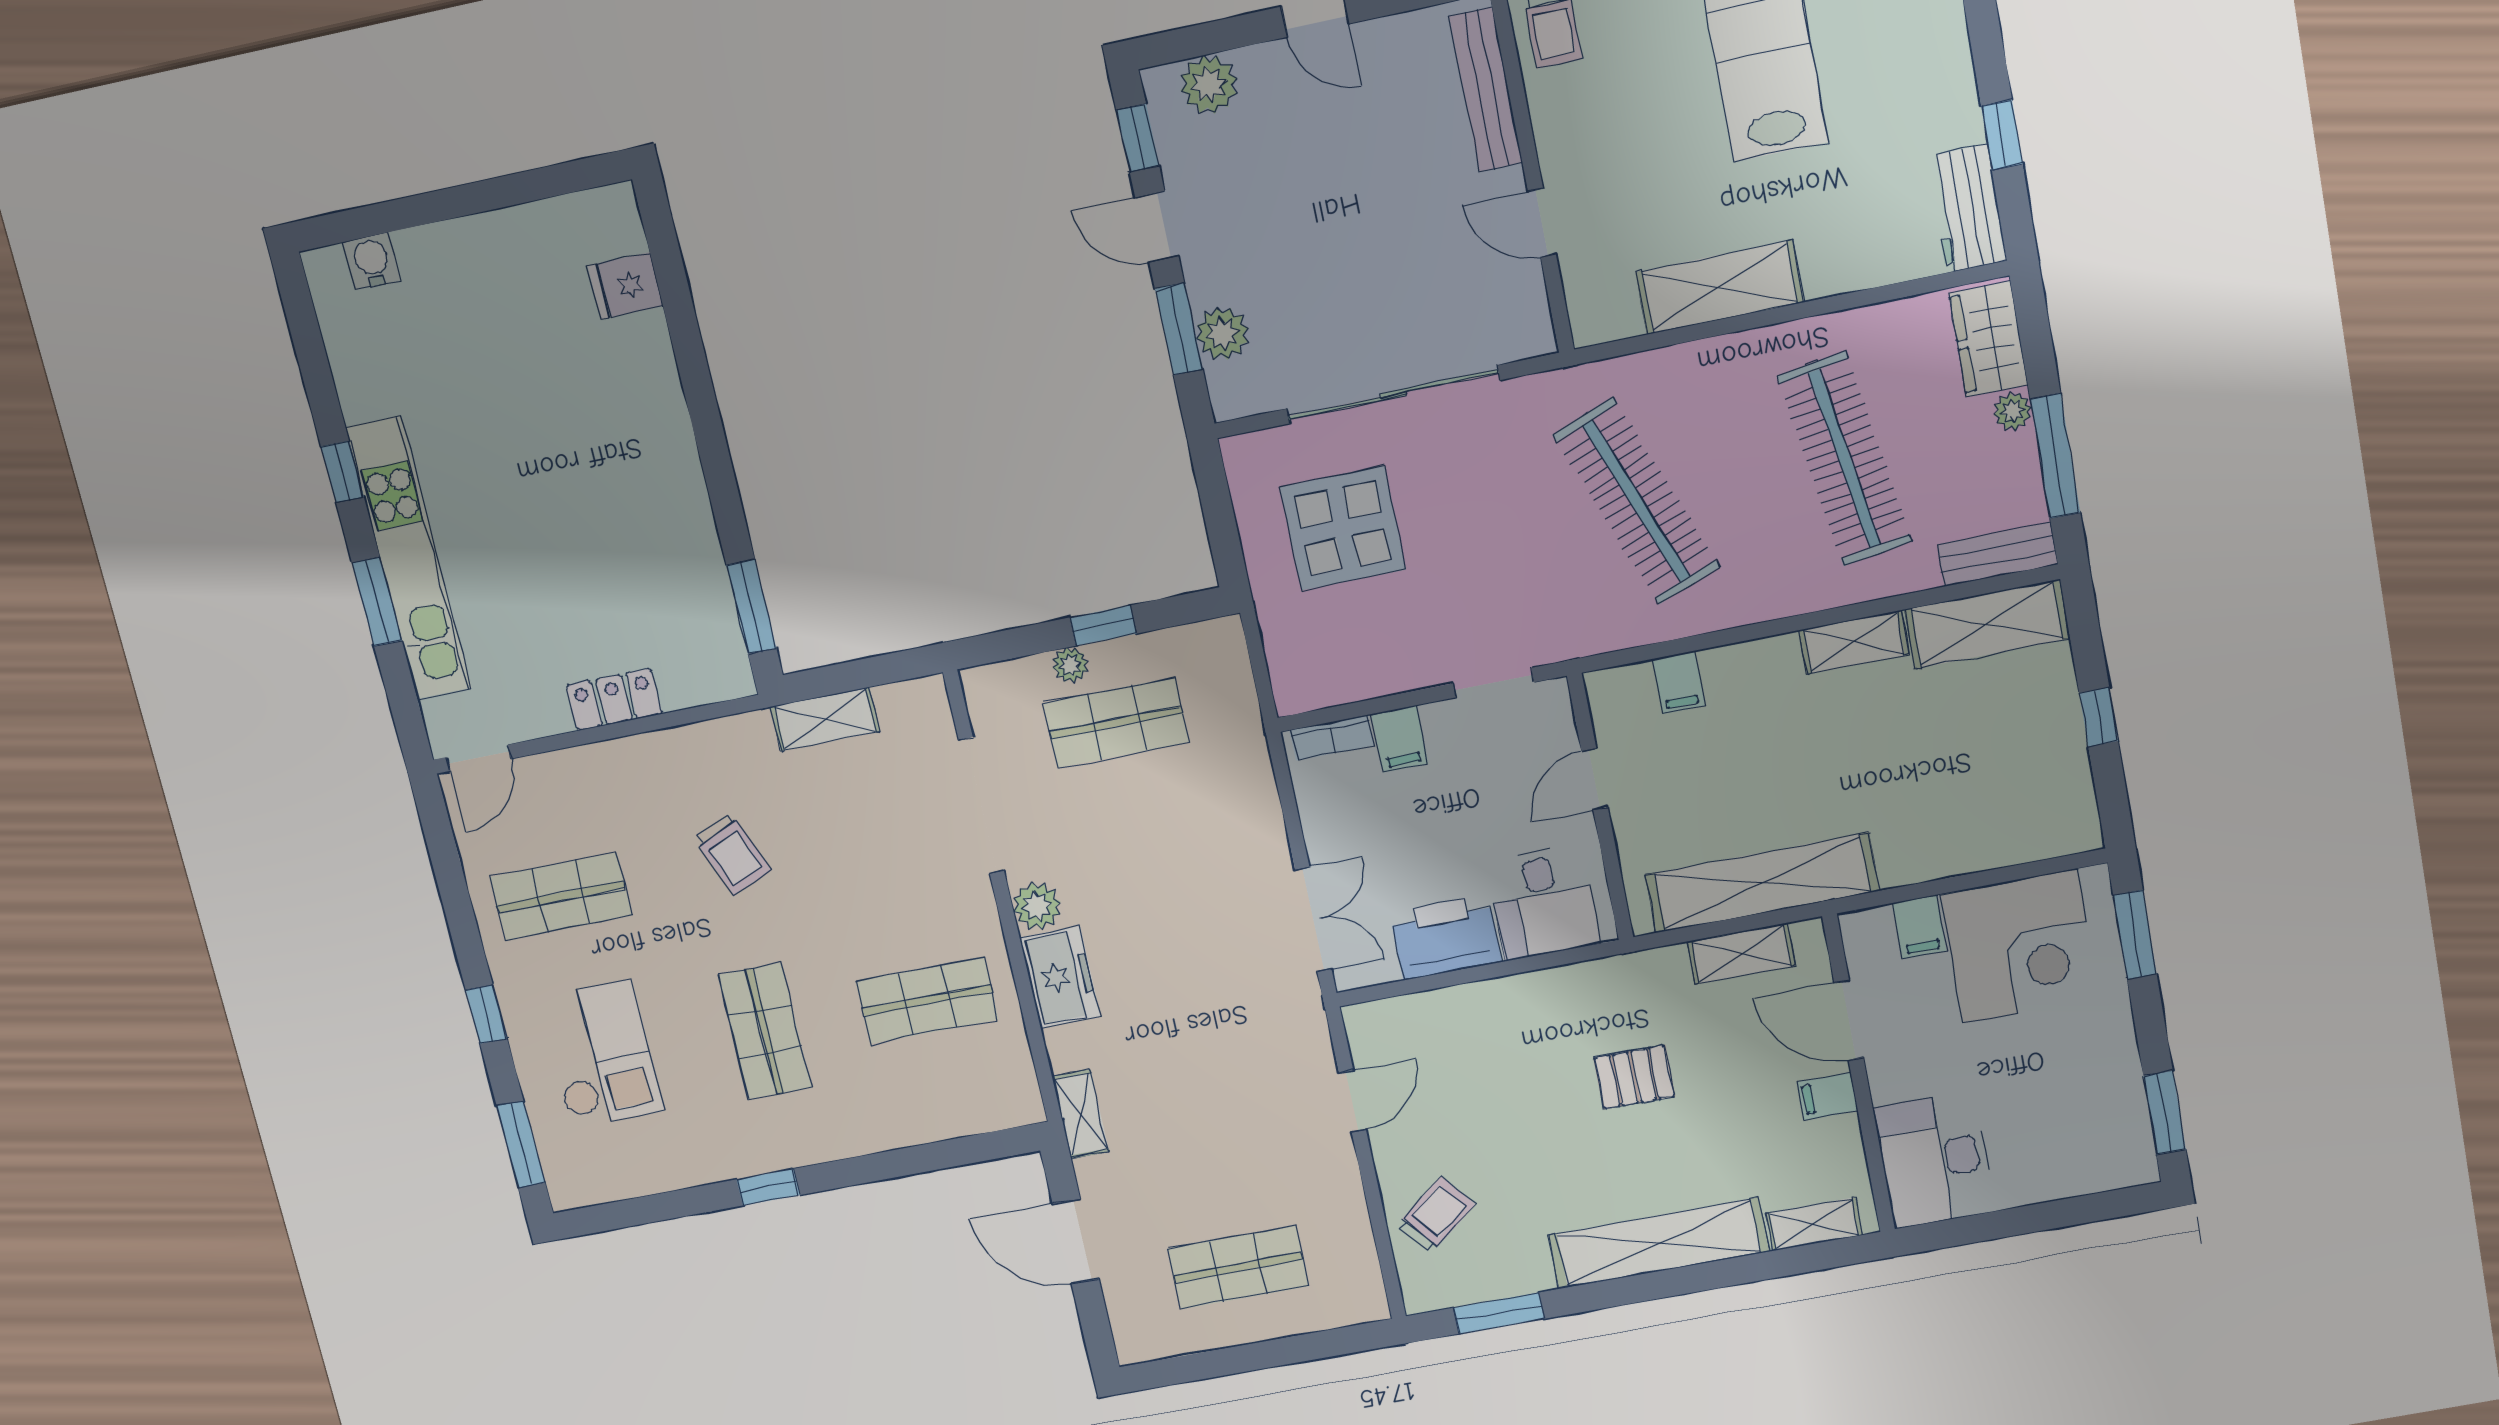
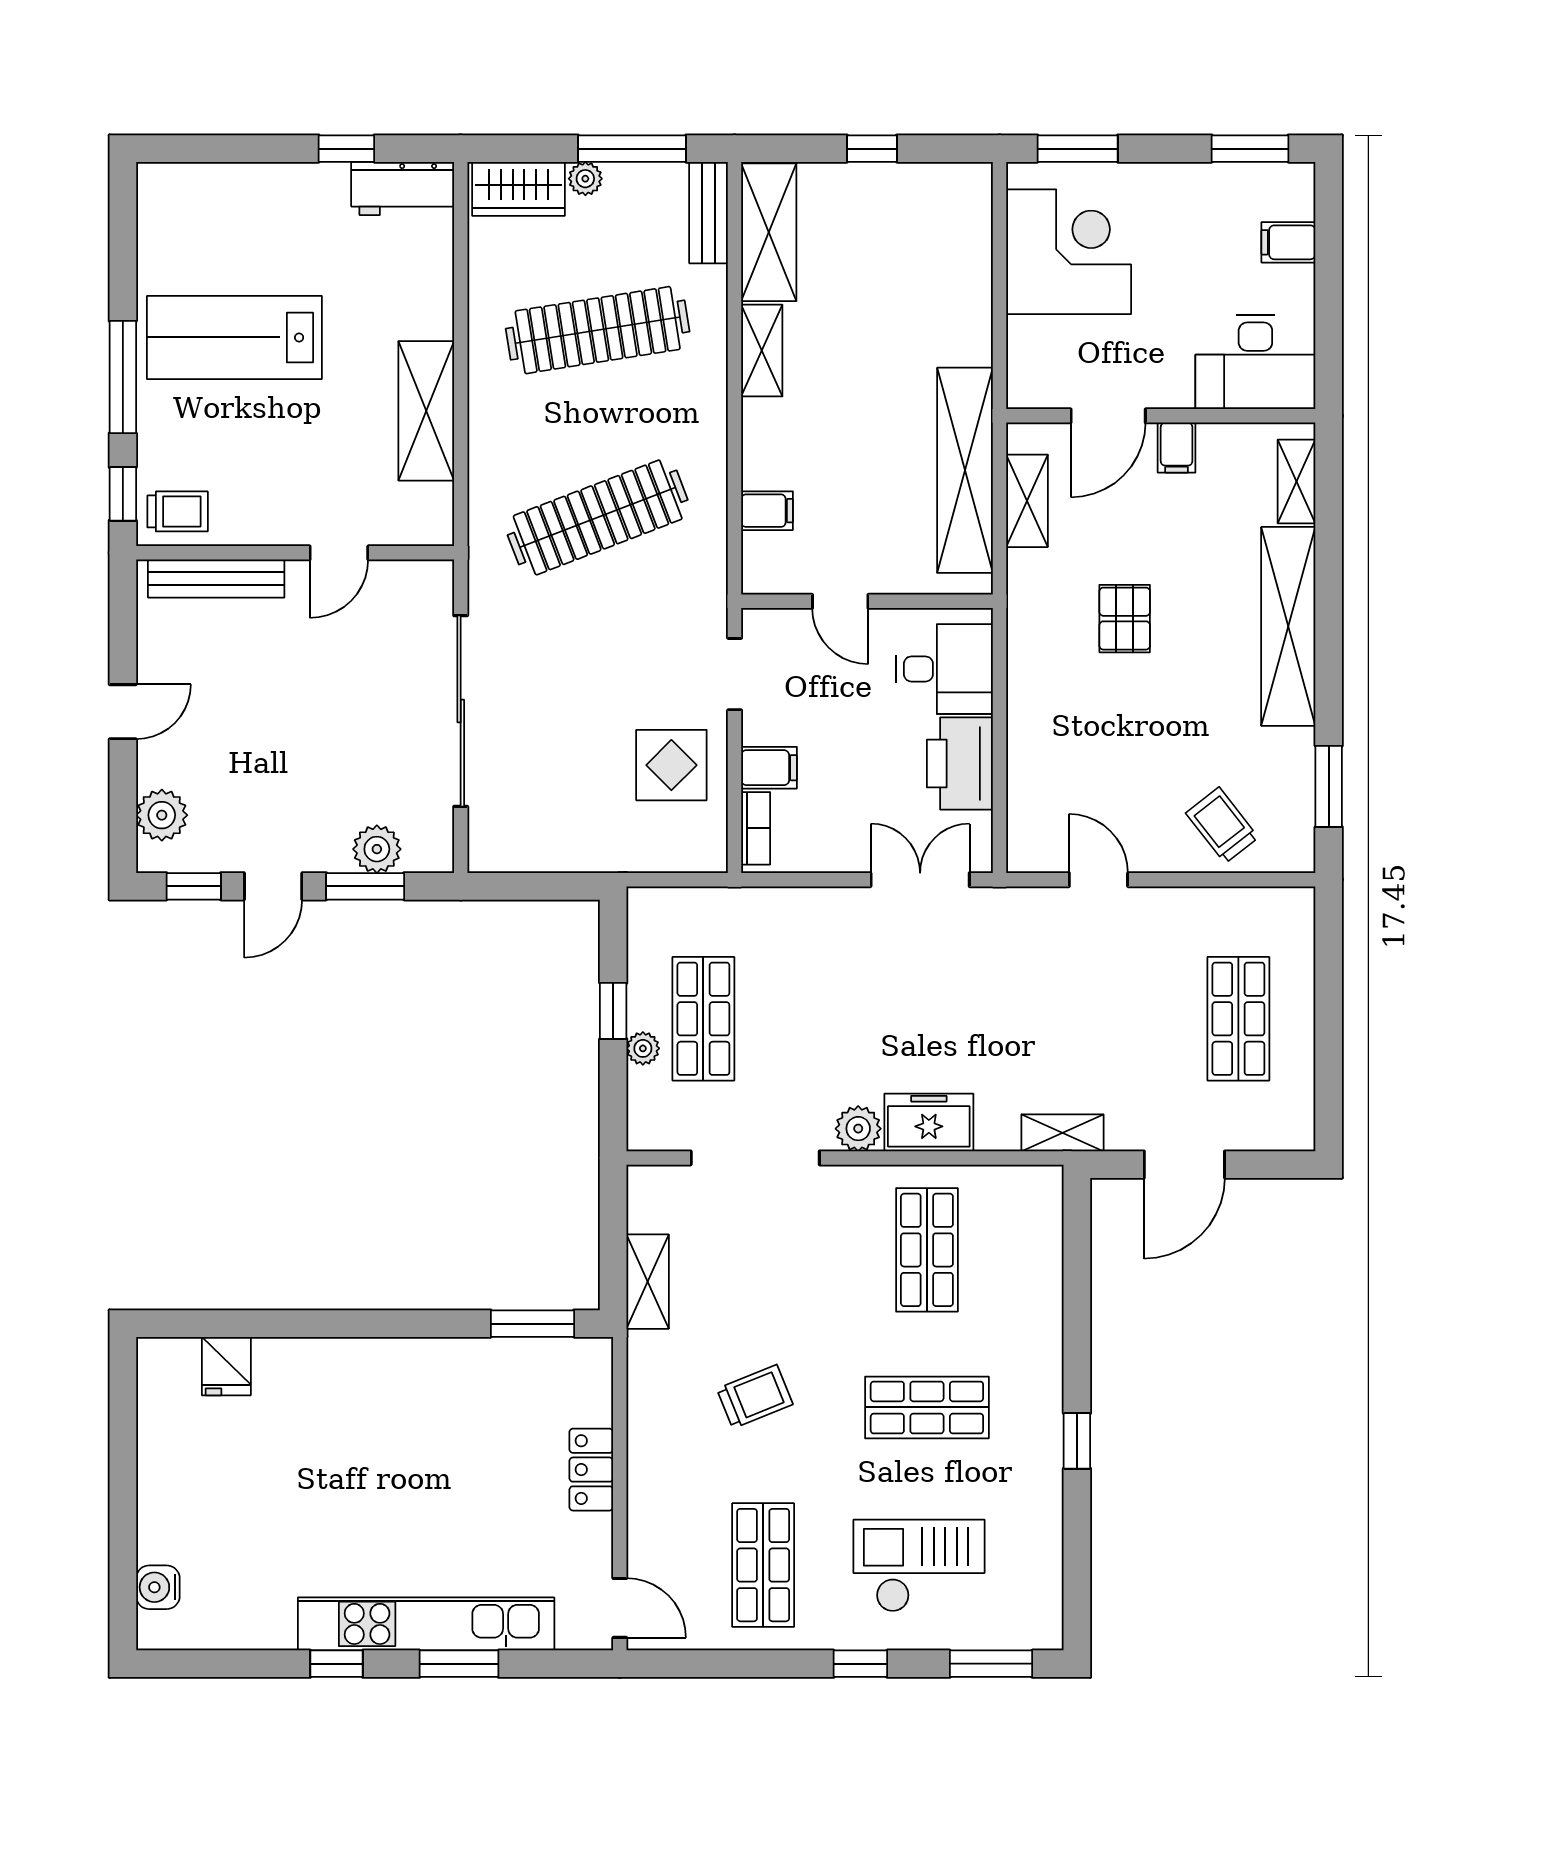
display table: (1343, 528) -> (671, 765), moved, width x0.73, depth x0.73
filing cabinet: (1919, 927) -> (1288, 242), moved, turned 180

